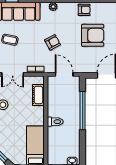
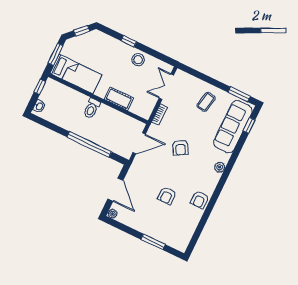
armchair: (93, 35) -> (167, 196), width x0.53, depth x0.53
cot: (38, 95) -> (119, 99), moved

